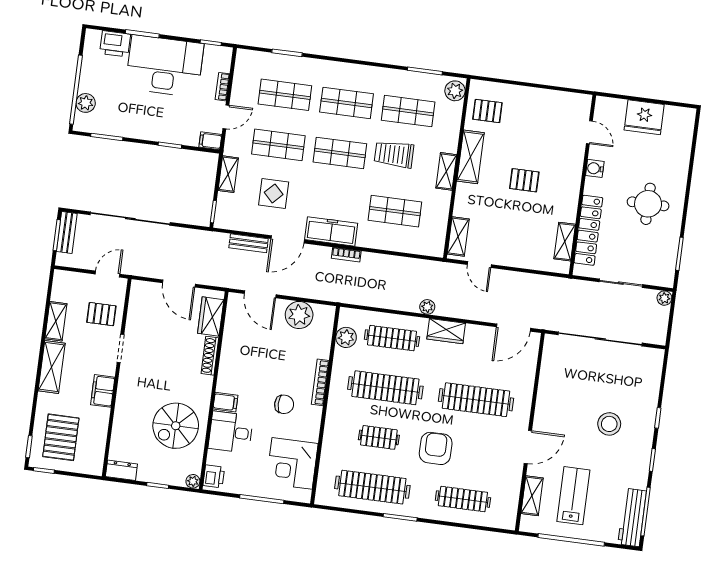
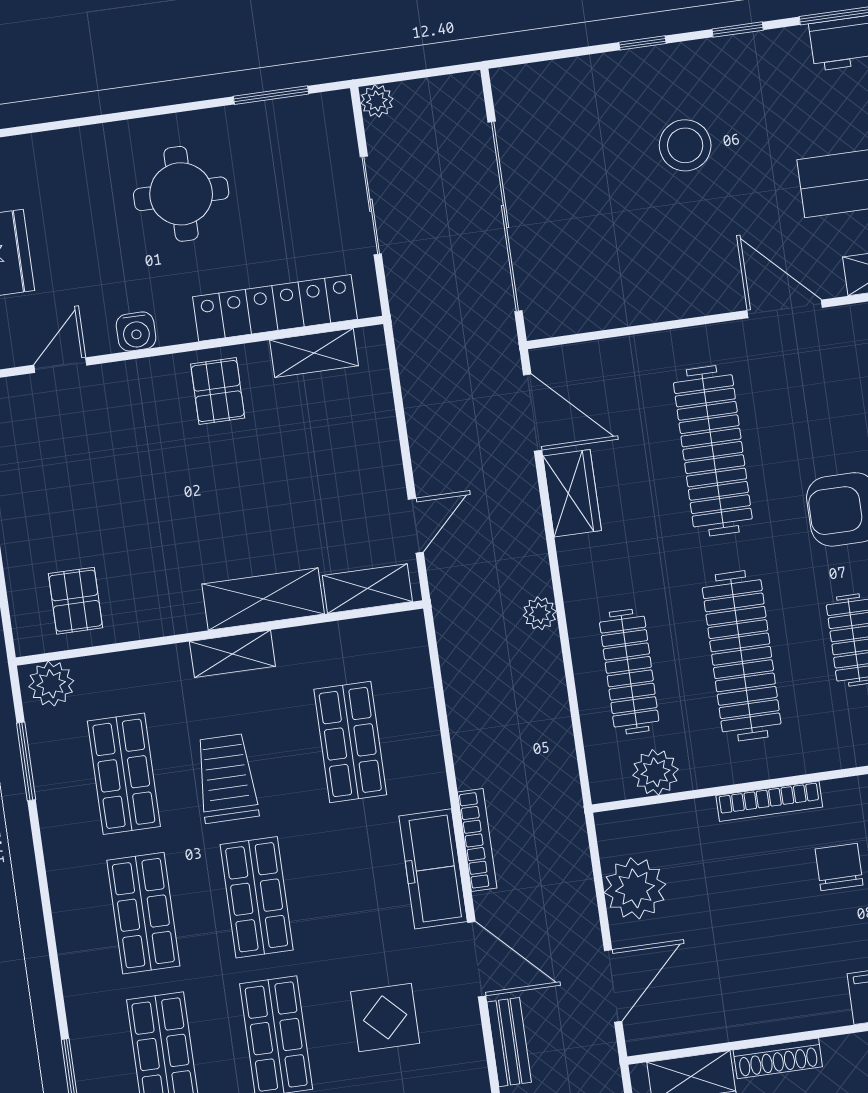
trolley: (394, 154) -> (227, 778), turned 180
shelving: (470, 157) -> (263, 599), moved
pallet: (524, 180) -> (218, 391), moved
bookcase: (346, 255) -> (477, 840), width x1.56
wardrobe: (446, 331) -> (572, 493), moved

